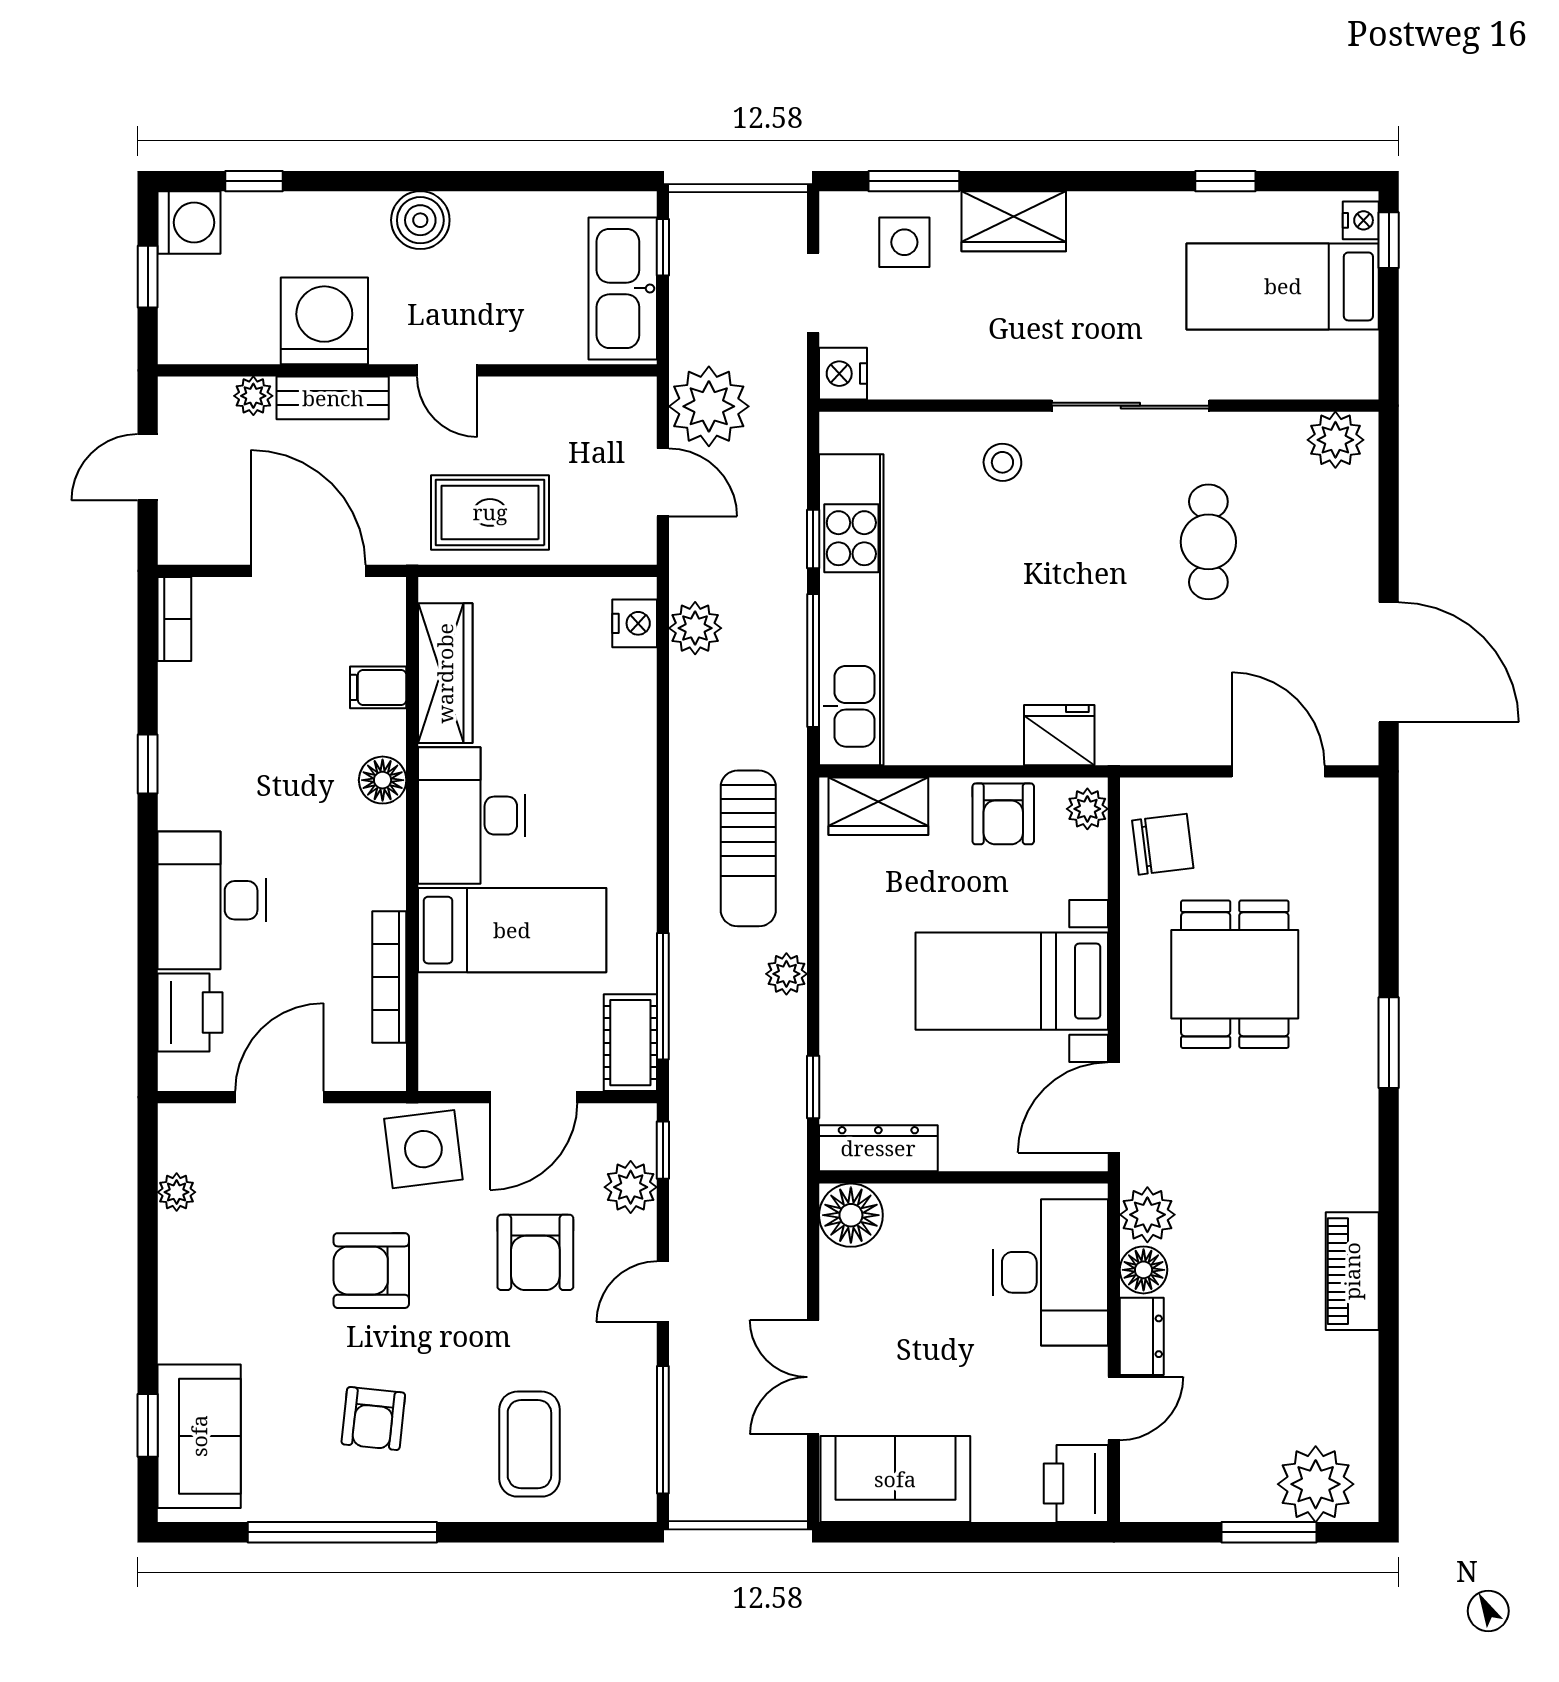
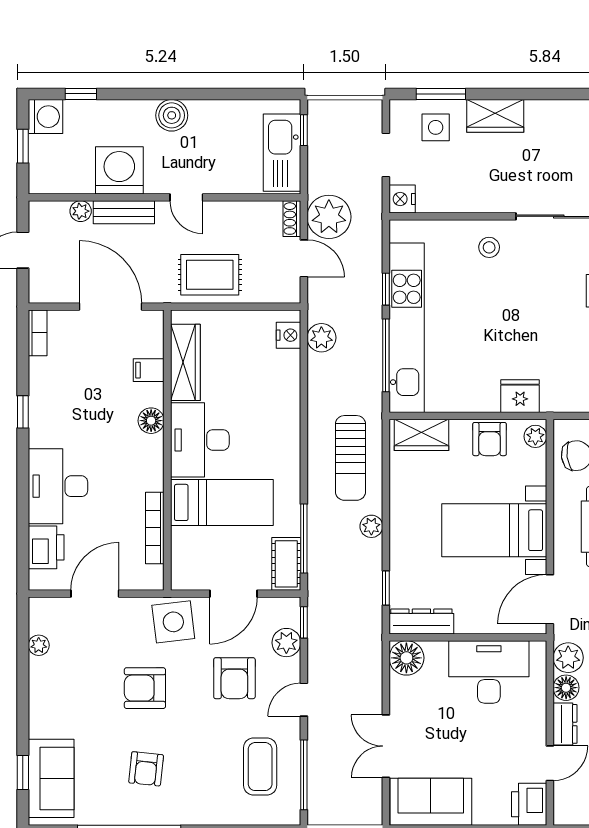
shoe rack: (641, 410) -> (292, 219), added
desk: (1050, 1272) -> (489, 672), moved, turned -90
coffee table: (529, 1444) -> (260, 767), moved

